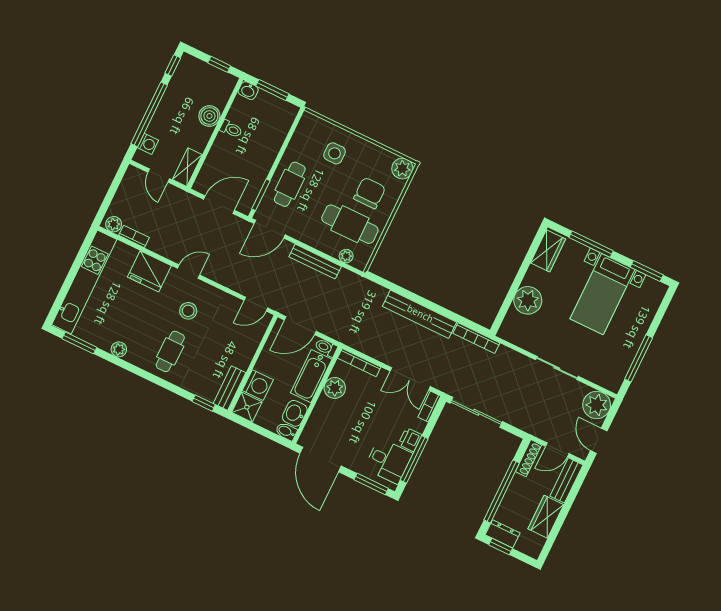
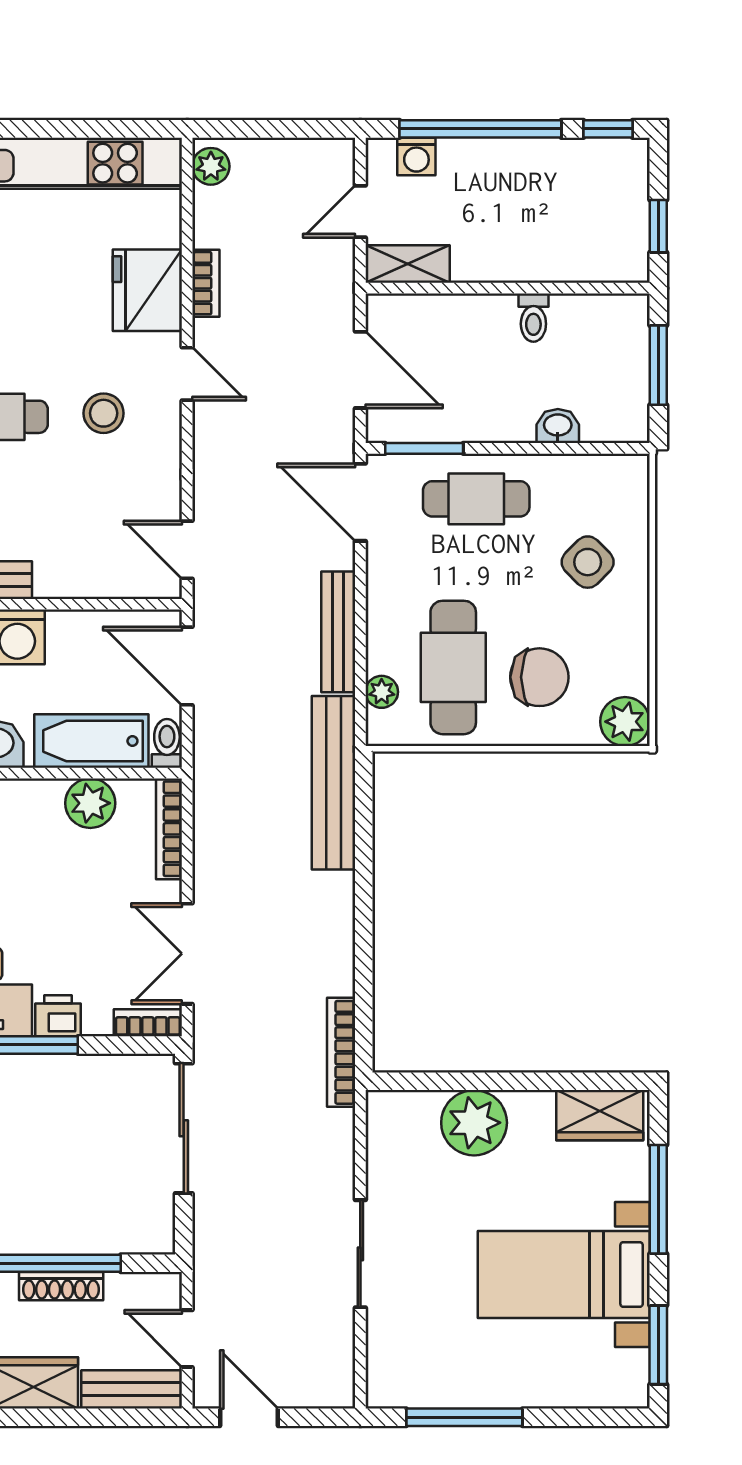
washbasin: (248, 91) -> (558, 426), moved, turned 90
boiler: (209, 116) -> (539, 258), removed
side table: (335, 153) -> (588, 562), turned 45
bookcase: (134, 236) -> (206, 283), moved
bench: (420, 314) -> (334, 783), moved
plant: (597, 405) -> (323, 1376), removed
door: (599, 441) -> (249, 1417), hinge flipped
shoe rack: (529, 458) -> (61, 1286), moved

